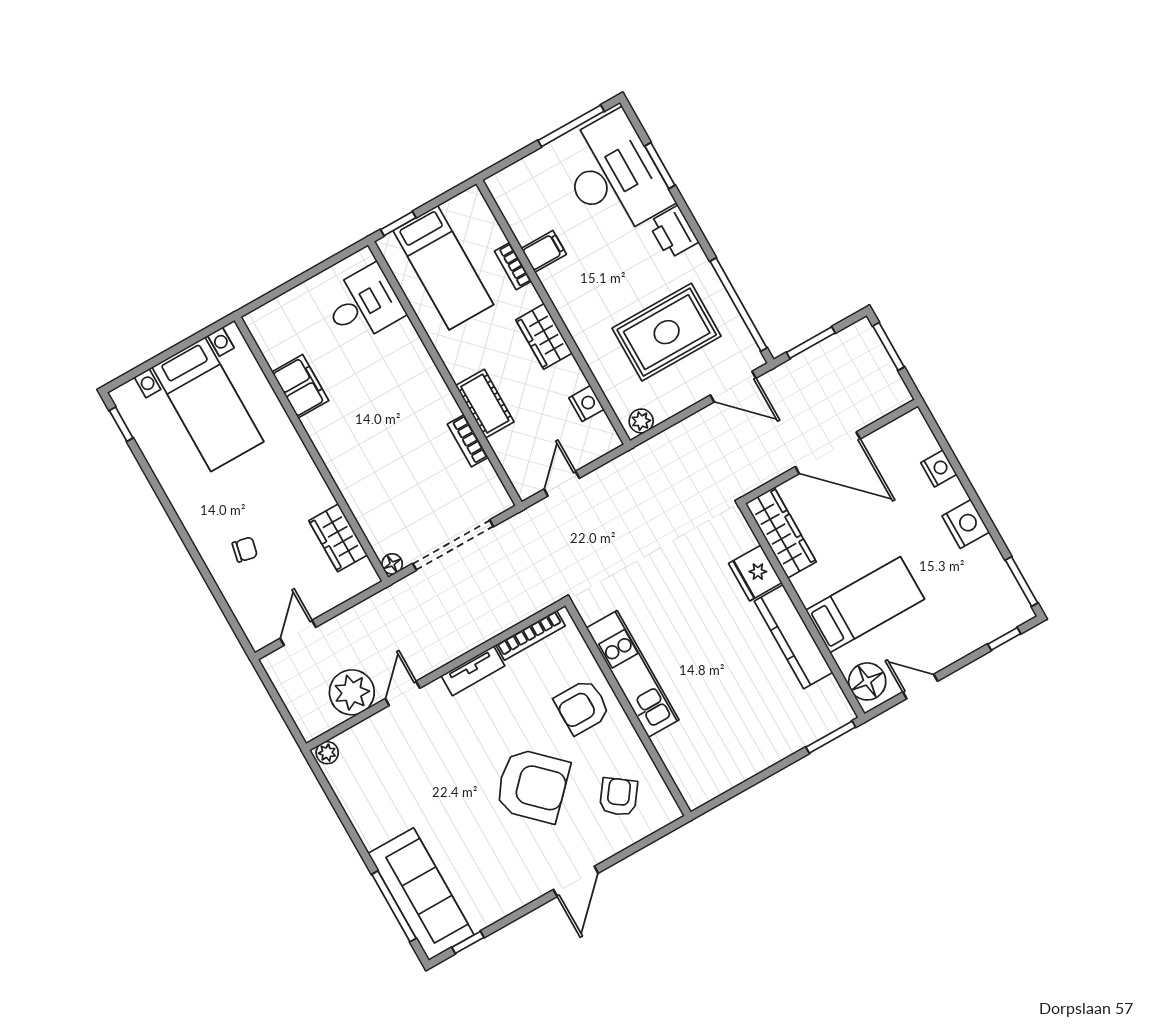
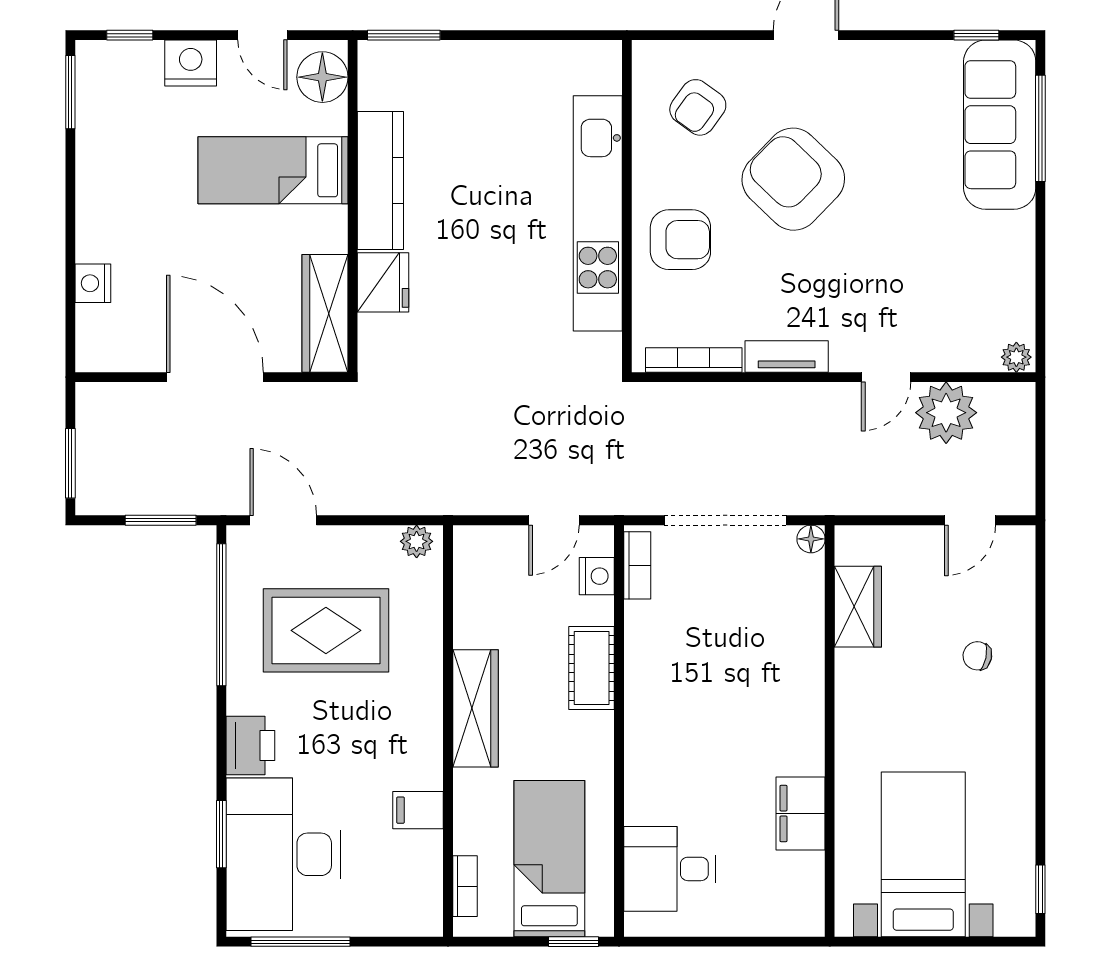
bookcase: (513, 266) -> (465, 886), moved
wardrobe: (544, 336) -> (475, 708), width x1.50
nightstand: (586, 404) -> (597, 576), moved, turned 180
bookcase: (468, 441) -> (637, 565), moved
nightstand: (966, 524) -> (191, 63), moved, turned 90
kitchen unit: (633, 674) -> (598, 213), width x1.36

